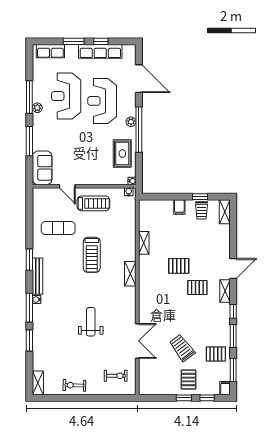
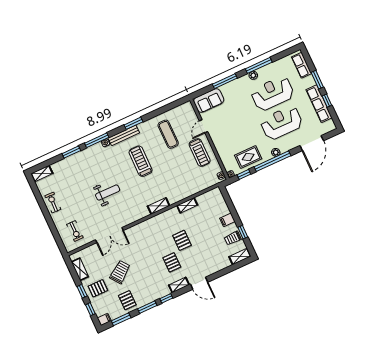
window: (139, 167) -> (244, 174), added
treadmill: (92, 255) -> (141, 161), moved, turned 90
shelving: (159, 389) -> (80, 269), added

